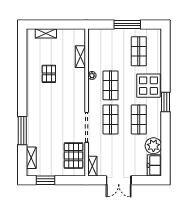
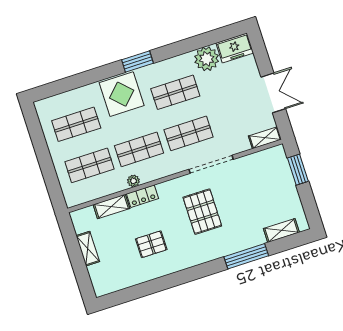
window: (127, 24) -> (43, 154), removed
shelving: (46, 33) -> (88, 249), moved
shop shelf: (110, 51) -> (89, 165), added
locker: (81, 78) -> (142, 196), added
pallet: (74, 156) -> (202, 212), moved, turned 90
window: (46, 180) -> (298, 170), moved

